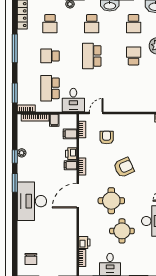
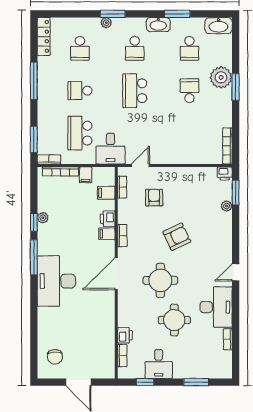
window: (15, 183) -> (34, 257), width x1.44

